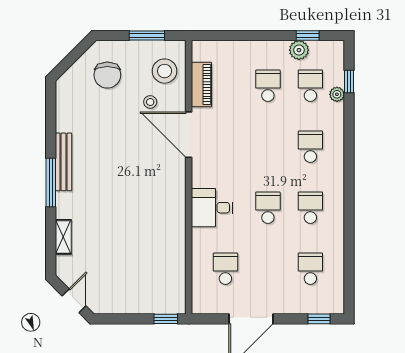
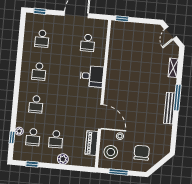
plant: (299, 50) -> (63, 159), moved
school desk: (268, 208) -> (62, 74), removed

